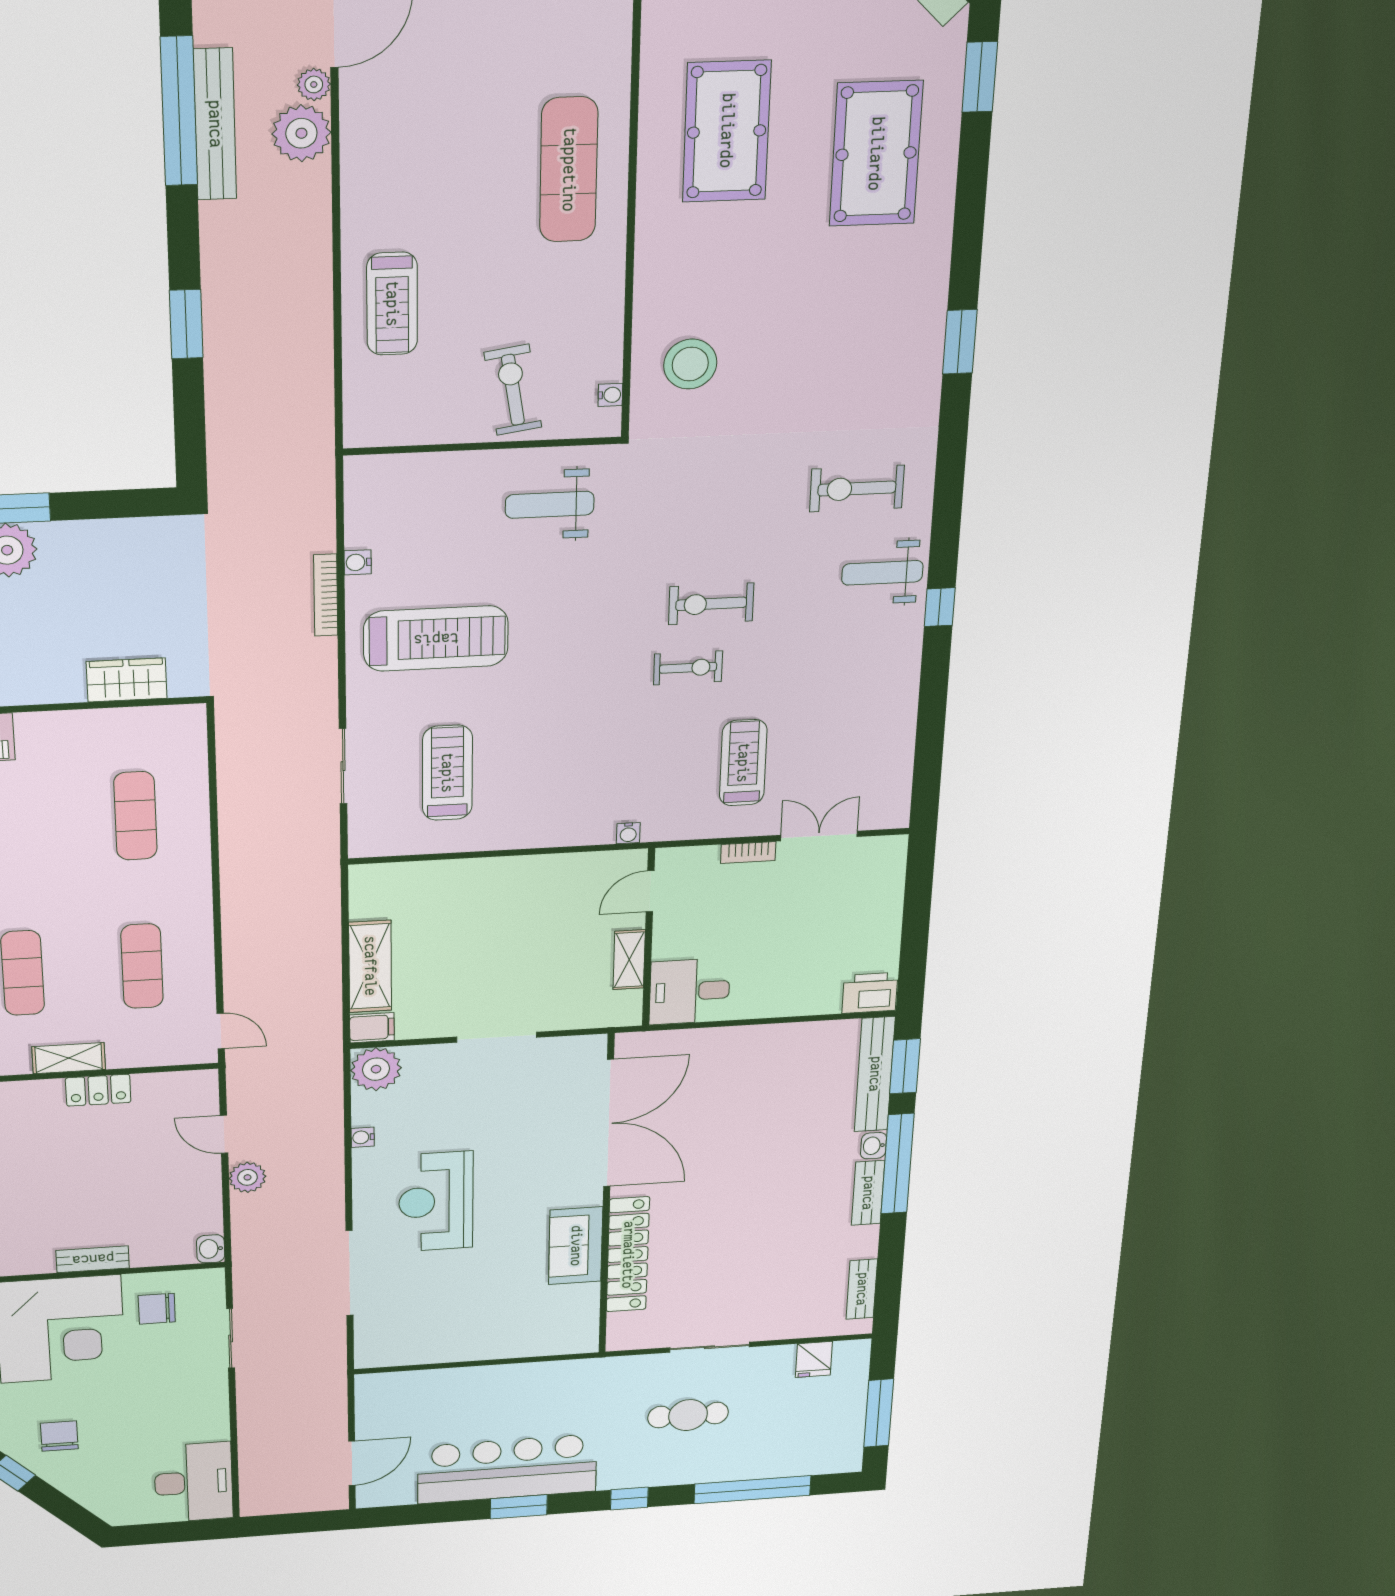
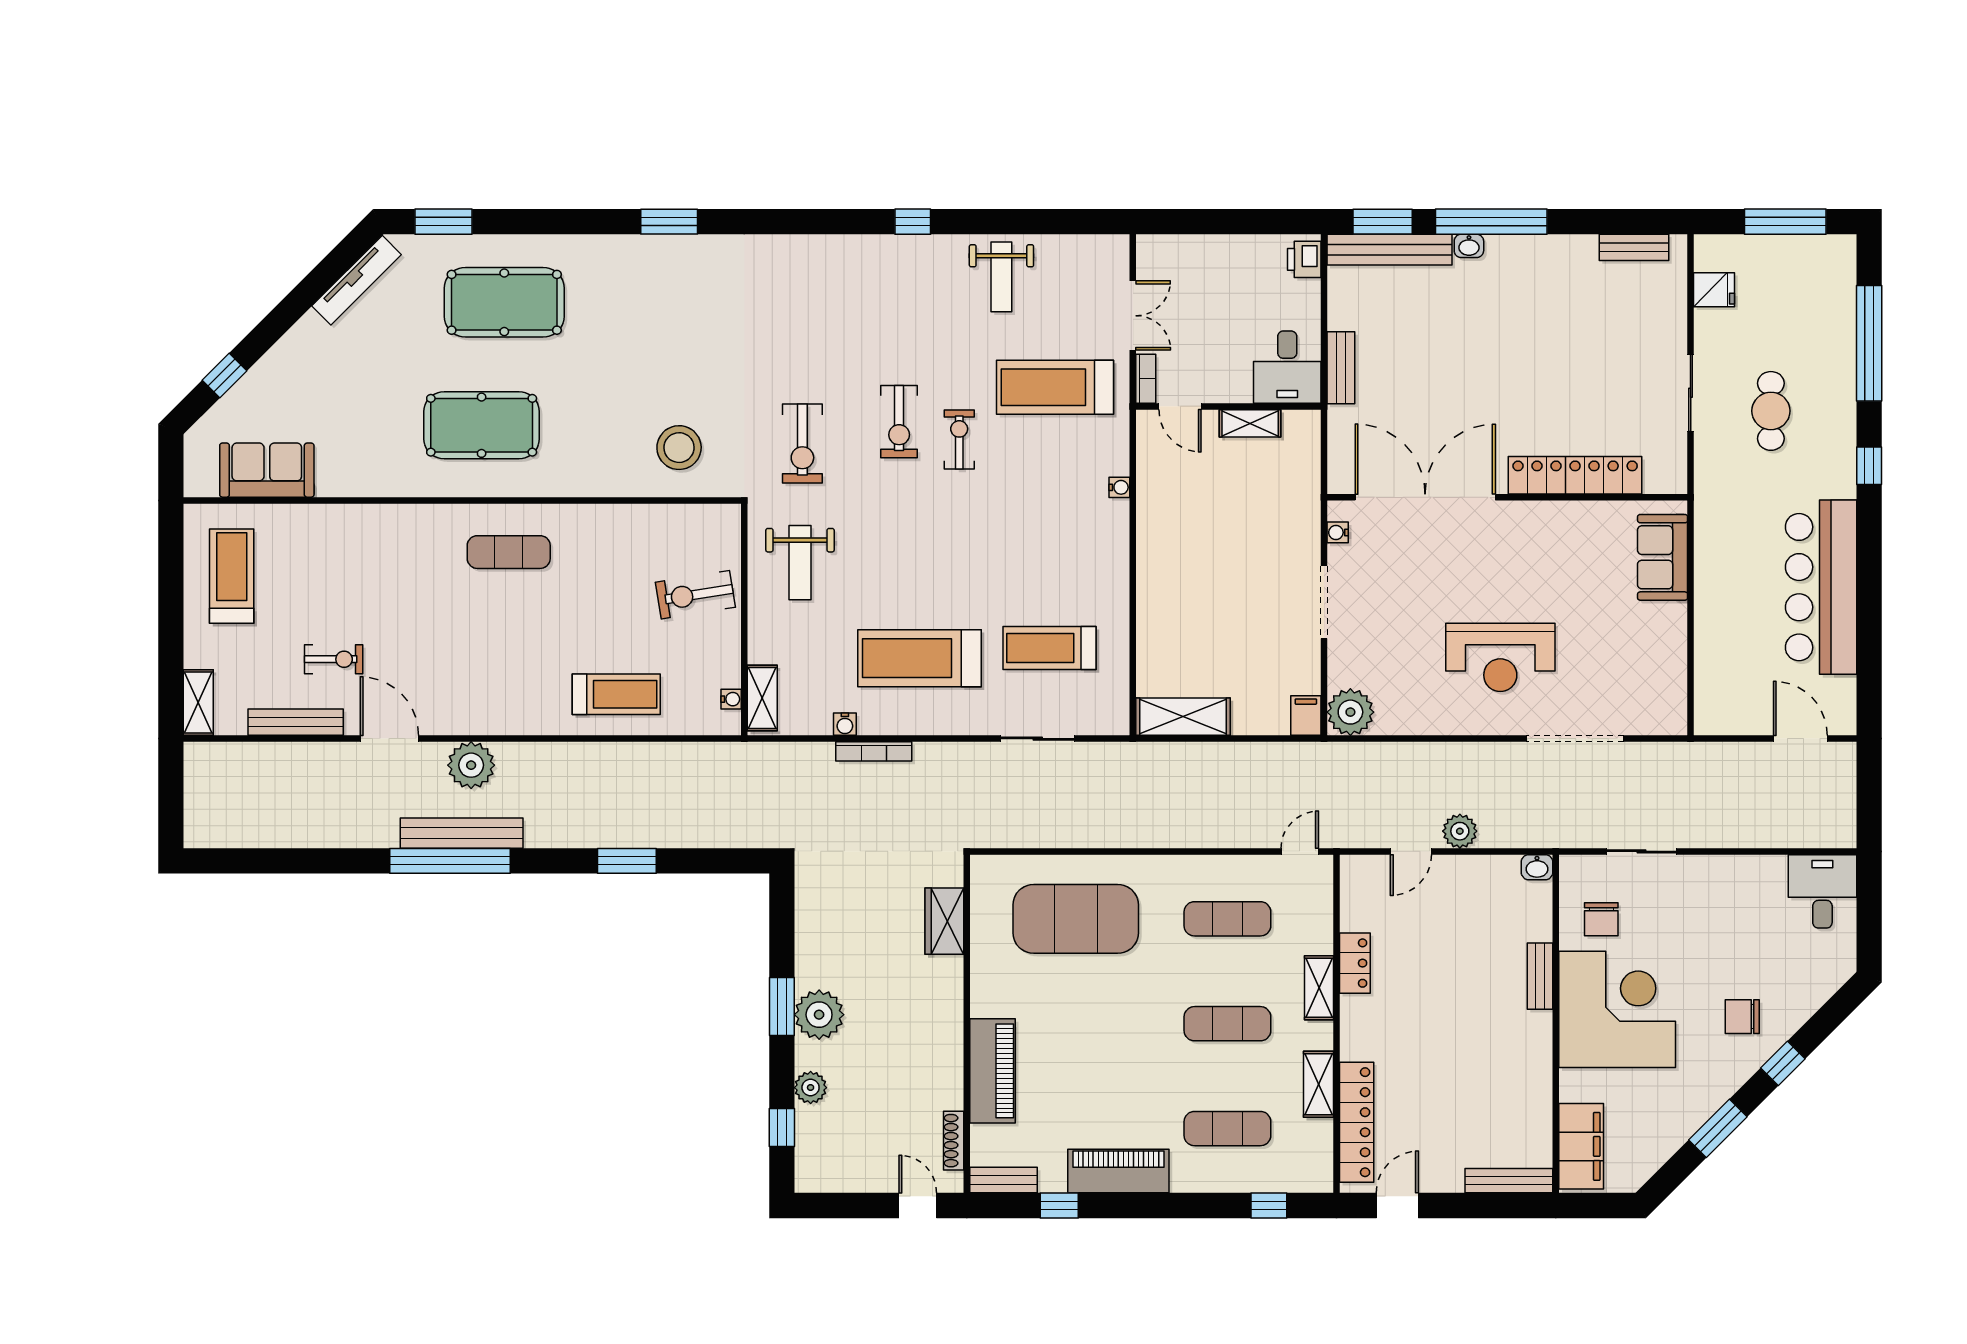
plant: (314, 84) -> (432, 755), removed
exercise mat: (569, 170) -> (509, 552), width x0.73, depth x0.69
water cooler: (610, 395) -> (731, 699), moved, turned 90
shelving: (388, 470) -> (762, 698), added
exercise bike: (857, 489) -> (802, 443), moved
weight bench: (882, 573) -> (1001, 277), moved
treadmill: (436, 639) -> (919, 658), turned -90
treadmill: (743, 763) -> (1055, 387), width x1.37, depth x1.38
exercise mat: (135, 816) -> (1076, 919), width x2.00, depth x1.45
double door: (819, 836) -> (1133, 316), swing flipped
door: (650, 891) -> (1180, 406), moved
wall: (649, 938) -> (1228, 406), moved
shelving: (629, 960) -> (1250, 423), moved
shelving: (370, 966) -> (1183, 717), moved
desk: (690, 991) -> (1287, 367), moved
printer: (870, 993) -> (1304, 259), width x0.73, depth x0.81
water cooler: (363, 1137) -> (1338, 532), moved, turned 90
bench: (868, 1193) -> (1341, 368), moved, turned 90
sofa: (576, 1246) -> (1663, 557), moved, turned 90
desk: (194, 1482) -> (1822, 891), width x0.73
window: (519, 1507) -> (1869, 575), removed

